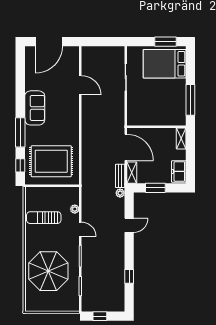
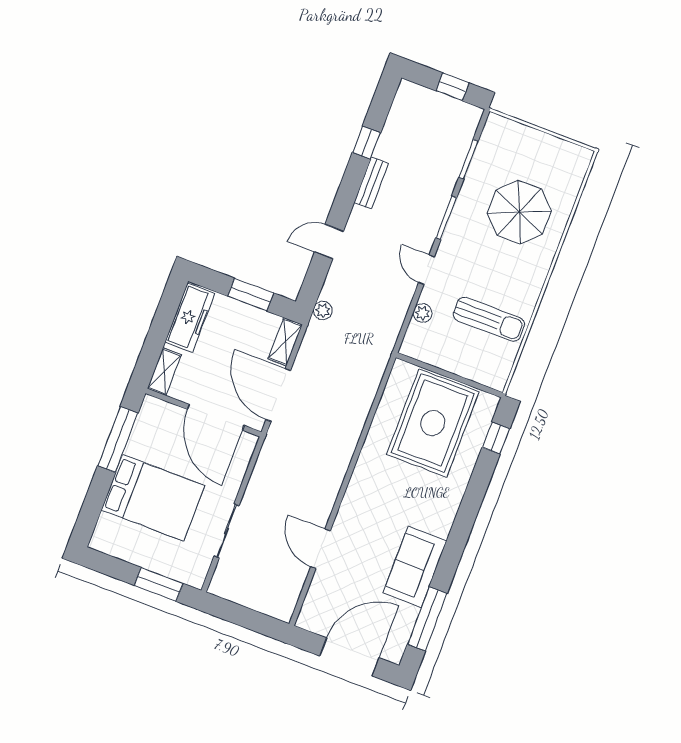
window: (166, 42) -> (159, 584), moved
bed: (165, 64) -> (153, 498), moved
sofa: (35, 108) -> (415, 567), moved
door: (150, 127) -> (216, 417), added
window: (20, 132) -> (427, 619), moved
rug: (51, 161) -> (433, 423), turned 90
freezer: (179, 171) -> (190, 318), width x1.40
bench: (120, 176) -> (371, 183), moved
parasol: (48, 271) -> (519, 212), width x0.73, depth x0.73

